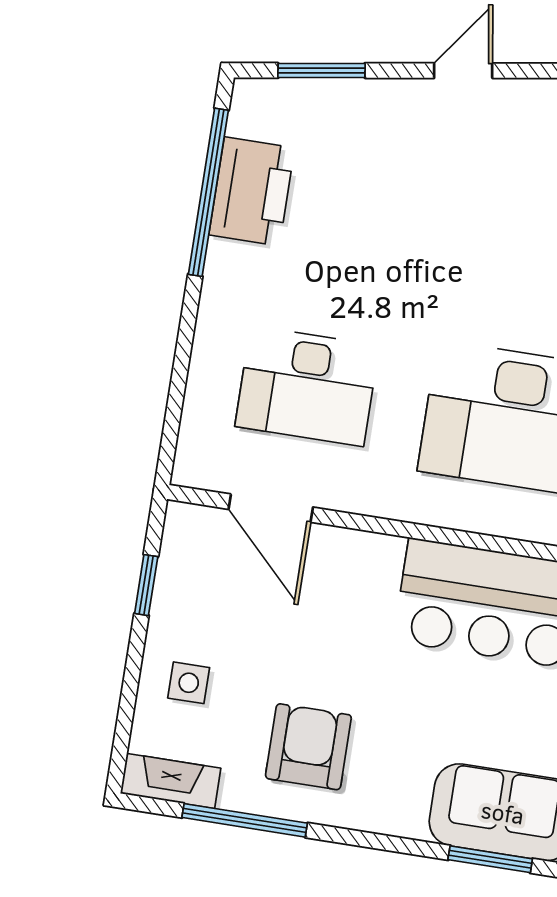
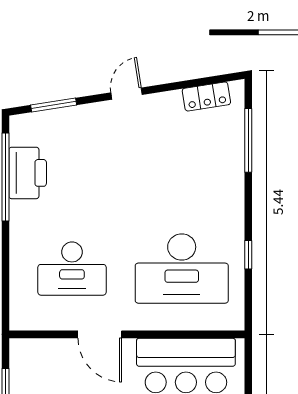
door: (271, 508) -> (100, 334), moved

